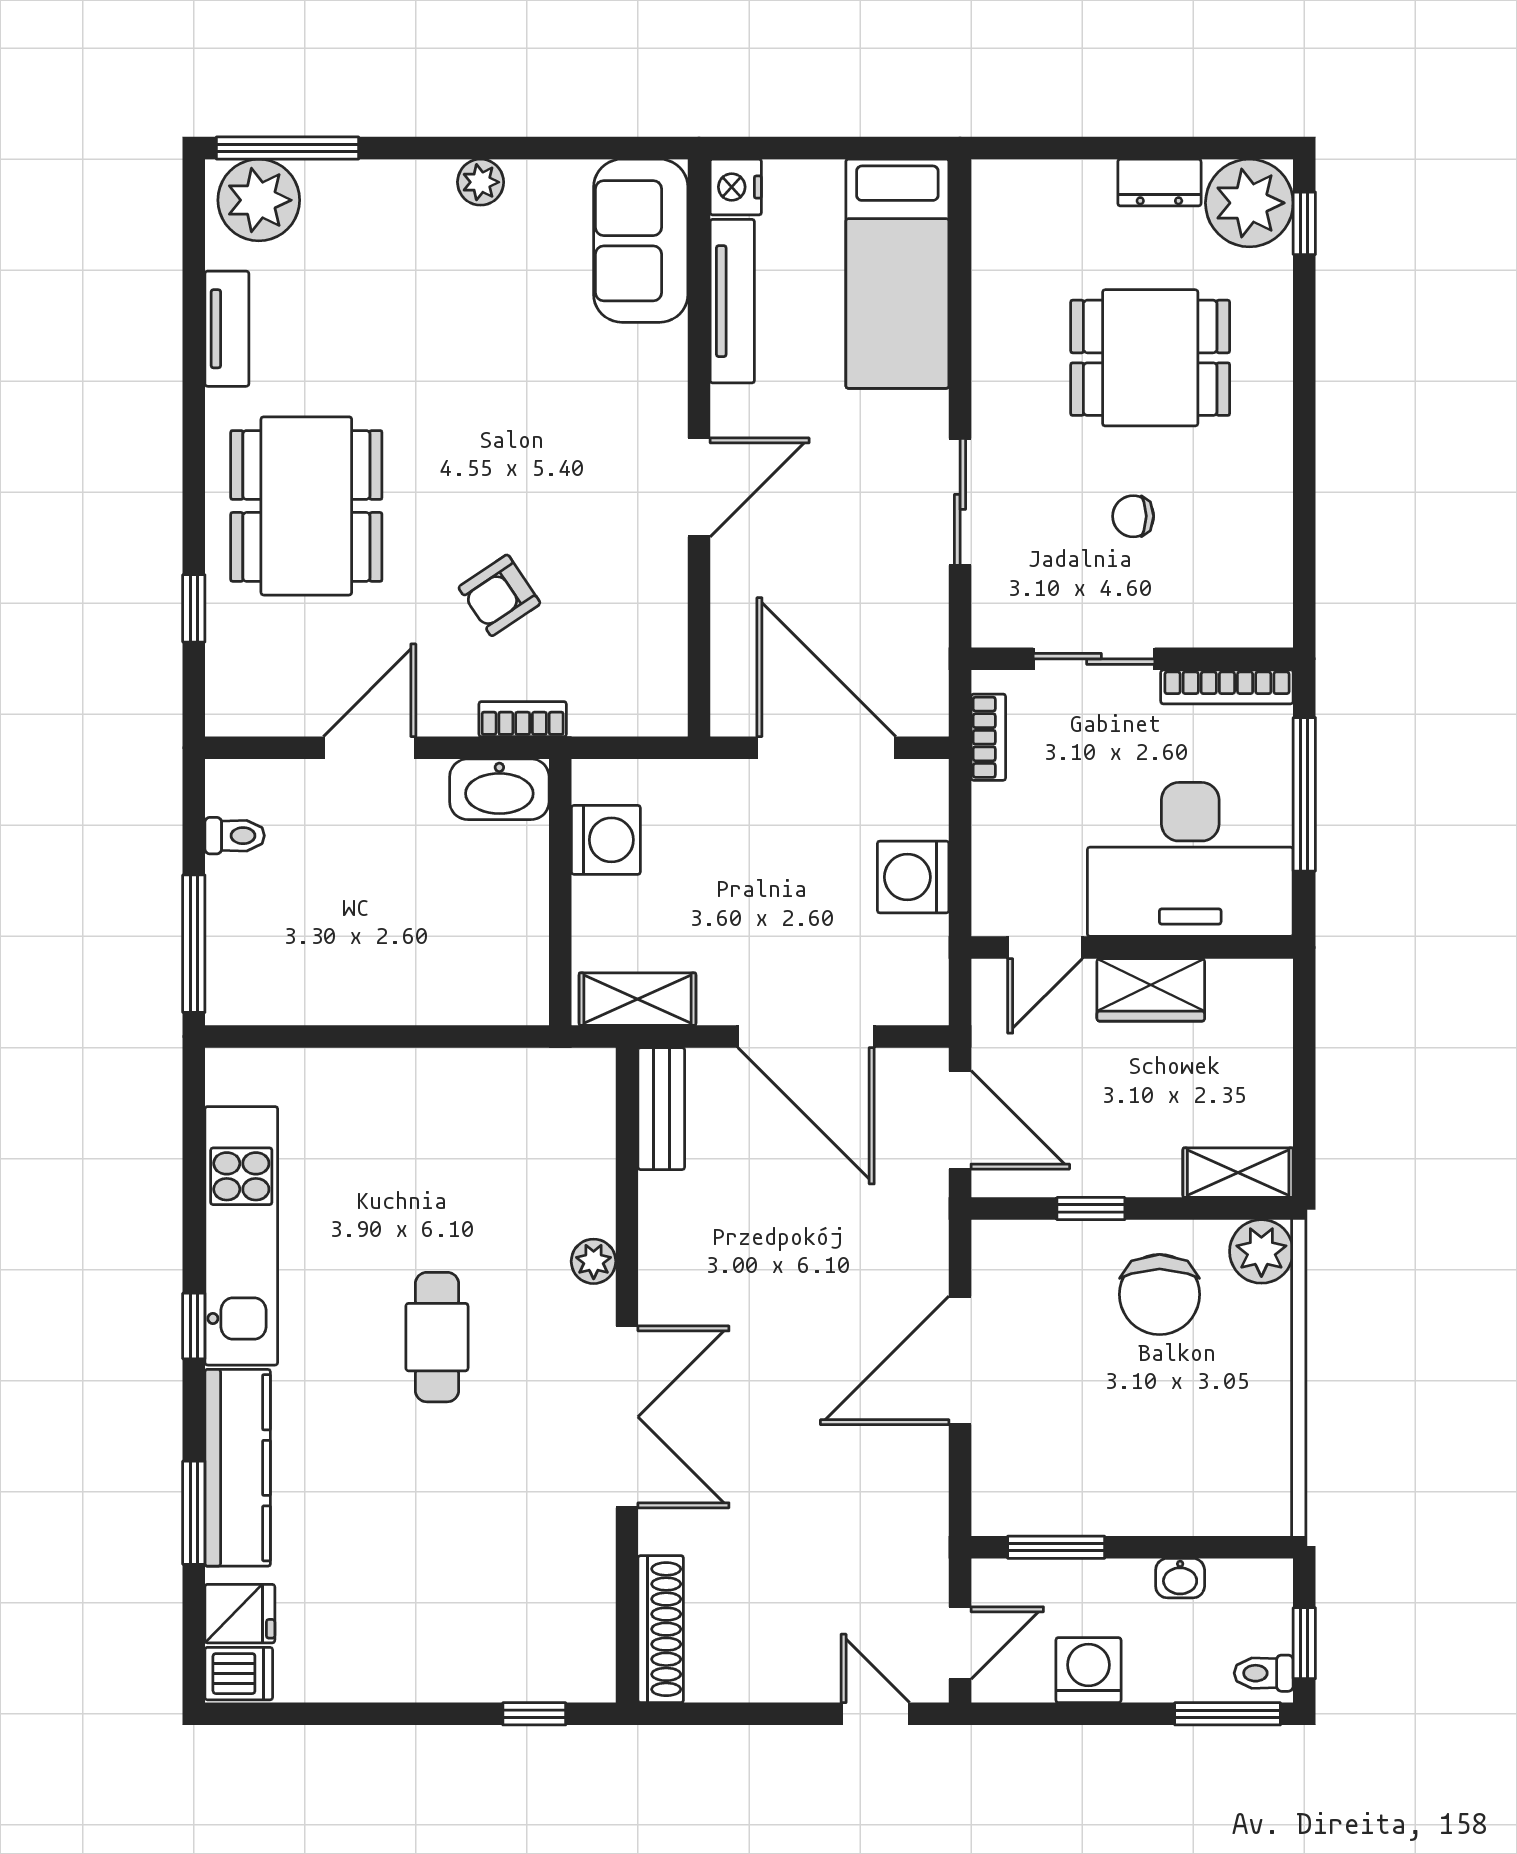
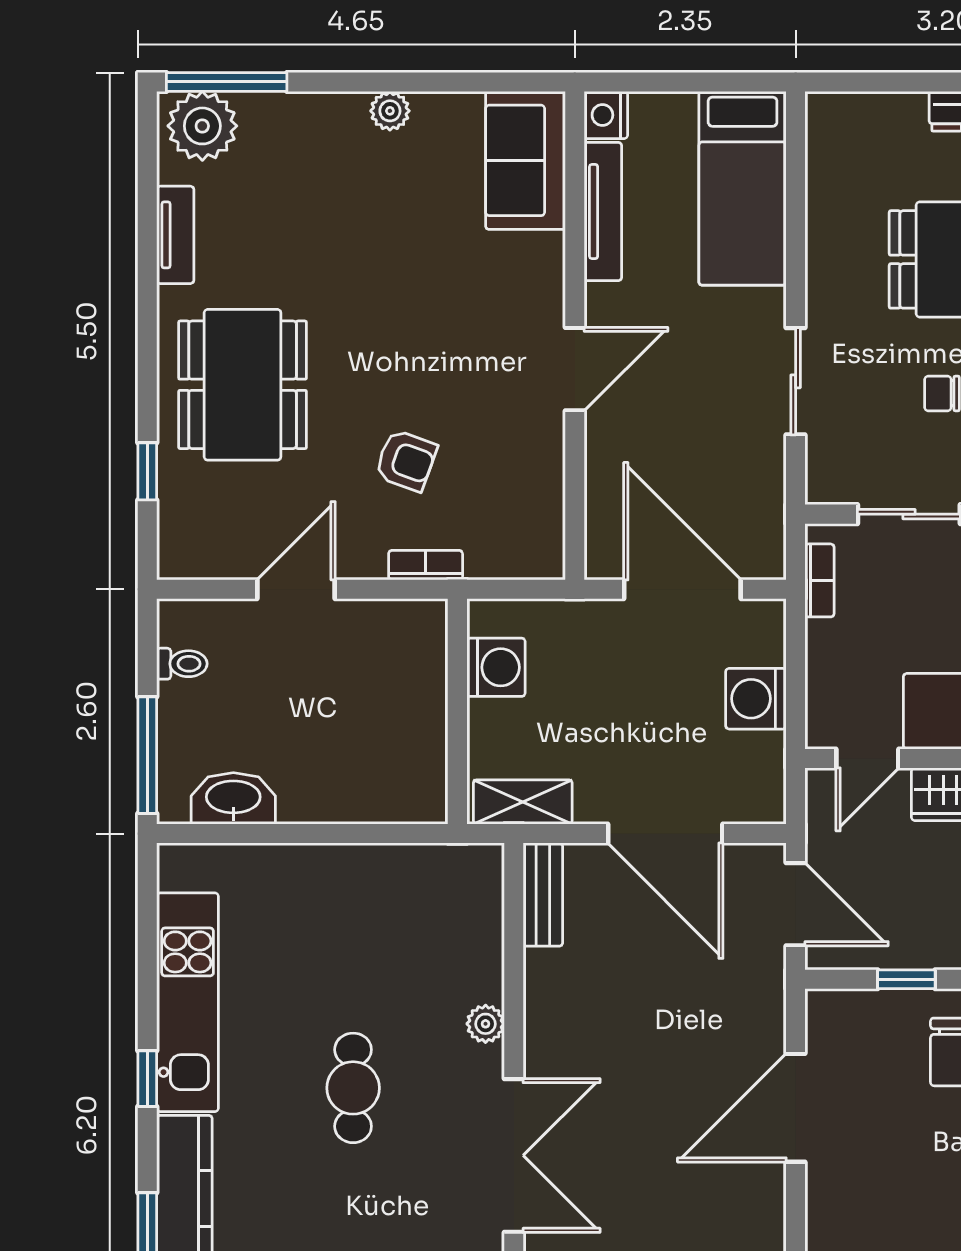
armchair: (499, 595) -> (406, 460), turned -126
washbasin: (499, 789) -> (233, 798), moved, turned 180

